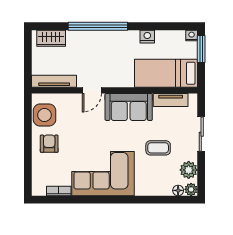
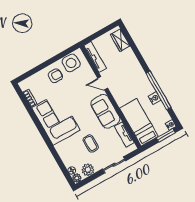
window: (98, 26) -> (159, 90), moved

